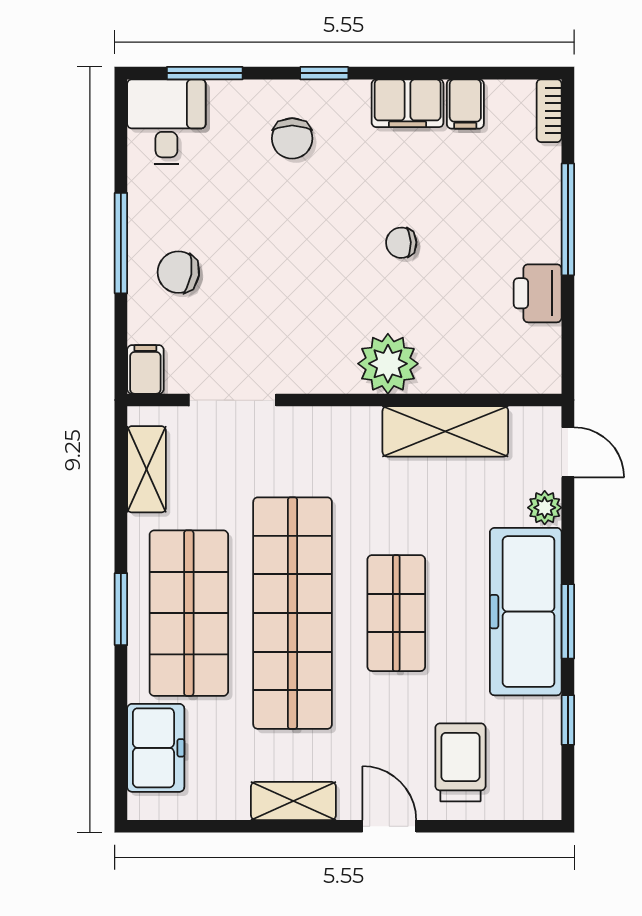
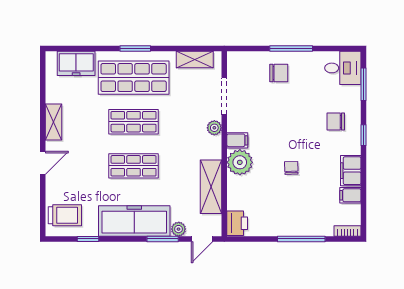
chair: (178, 272) -> (279, 73), turned 81
printer: (538, 293) -> (237, 223), moved, turned 90
filing cabinet: (145, 369) -> (237, 140), moved
plant: (307, 423) -> (214, 128), added
shop shelf: (293, 613) -> (134, 122), width x0.50, depth x0.74
window: (568, 621) -> (163, 239), moved
trolley: (460, 762) -> (65, 215), moved

